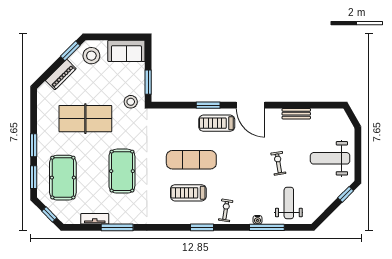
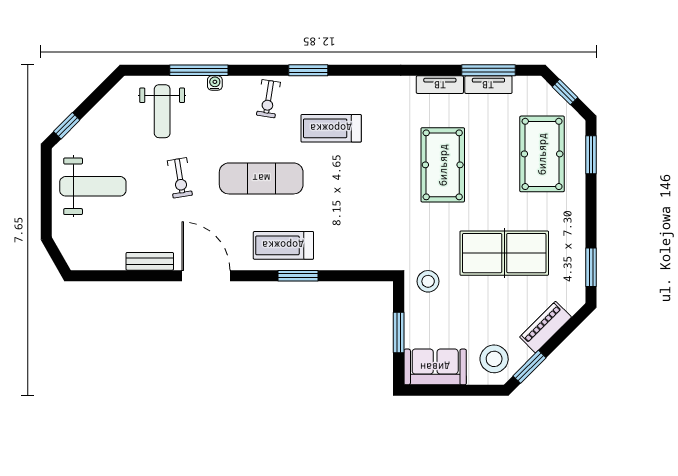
window: (148, 82) -> (399, 332), moved
door: (251, 105) -> (206, 276), moved
treadmill: (217, 123) -> (283, 245), turned 180
window: (34, 145) -> (591, 267), moved
exercise mat: (191, 160) -> (261, 178), moved
treadmill: (188, 193) -> (331, 128), turned 180
tv unit: (124, 219) -> (440, 85), added
window: (117, 227) -> (488, 70), moved

